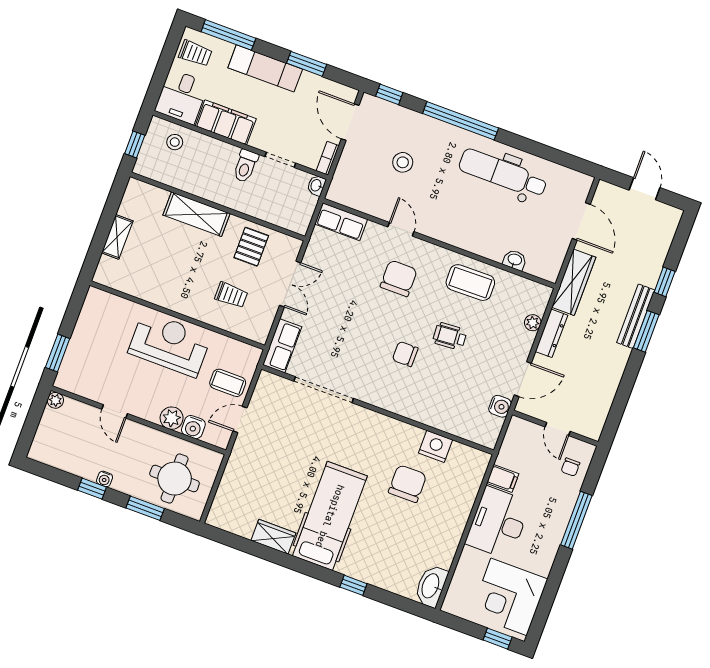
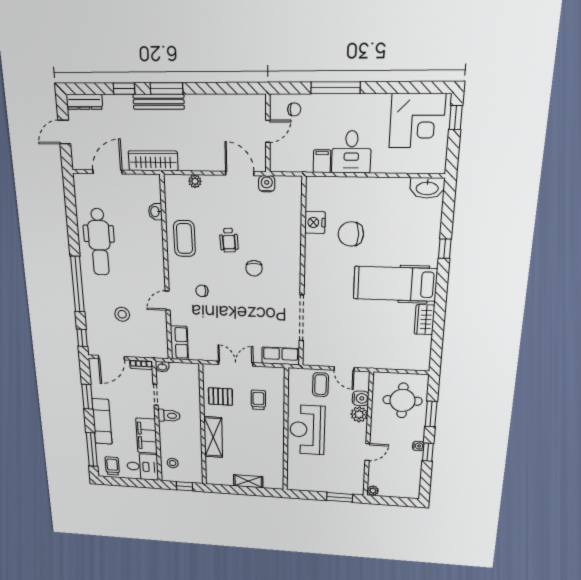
chair: (399, 278) -> (202, 291), width x0.54, depth x0.54
dresser: (551, 333) -> (84, 102), moved, turned 180
desk: (498, 523) -> (351, 152), width x0.73

